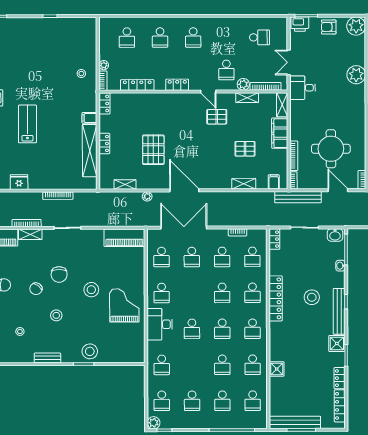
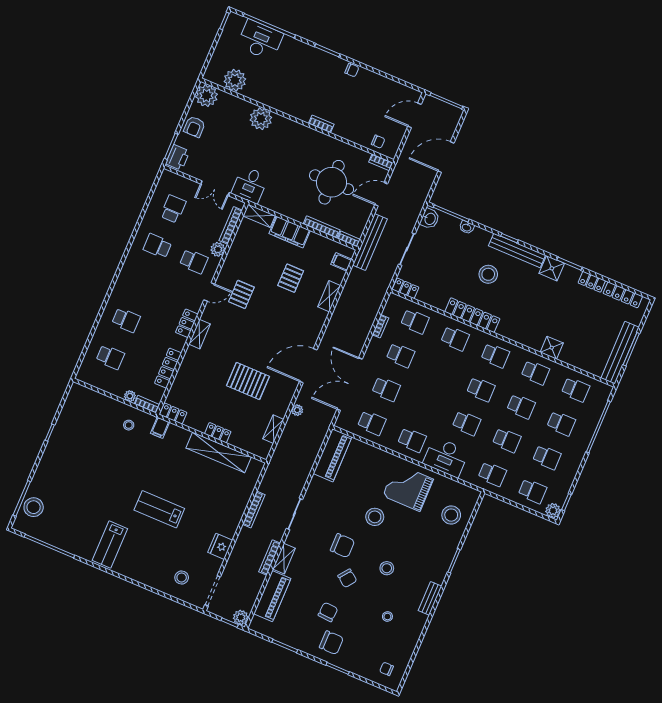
school desk: (193, 37) -> (157, 246), moved, turned 180
shelving: (247, 98) -> (199, 334), moved
filing cabinet: (89, 118) -> (160, 428), moved
school desk: (222, 293) -> (507, 440), moved
stool: (90, 351) -> (451, 515), moved

